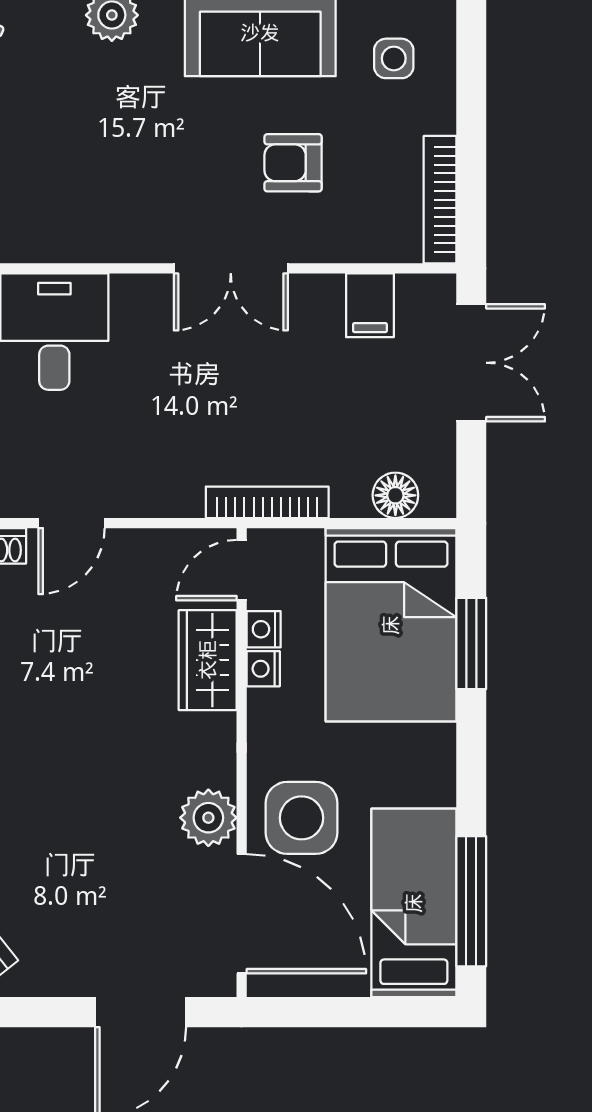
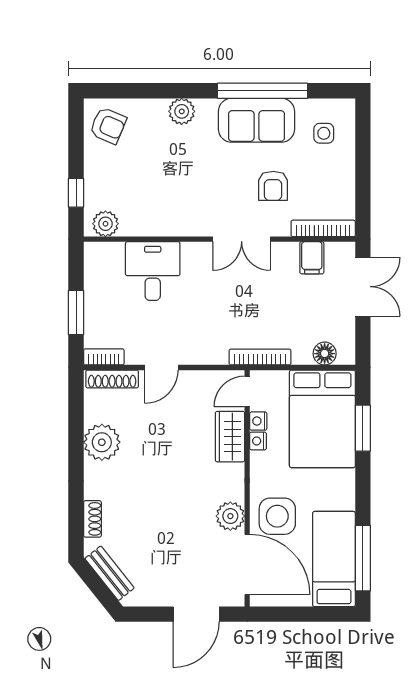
armchair: (293, 163) -> (273, 186), turned -90
bookcase: (440, 200) -> (323, 228), moved, turned 90

